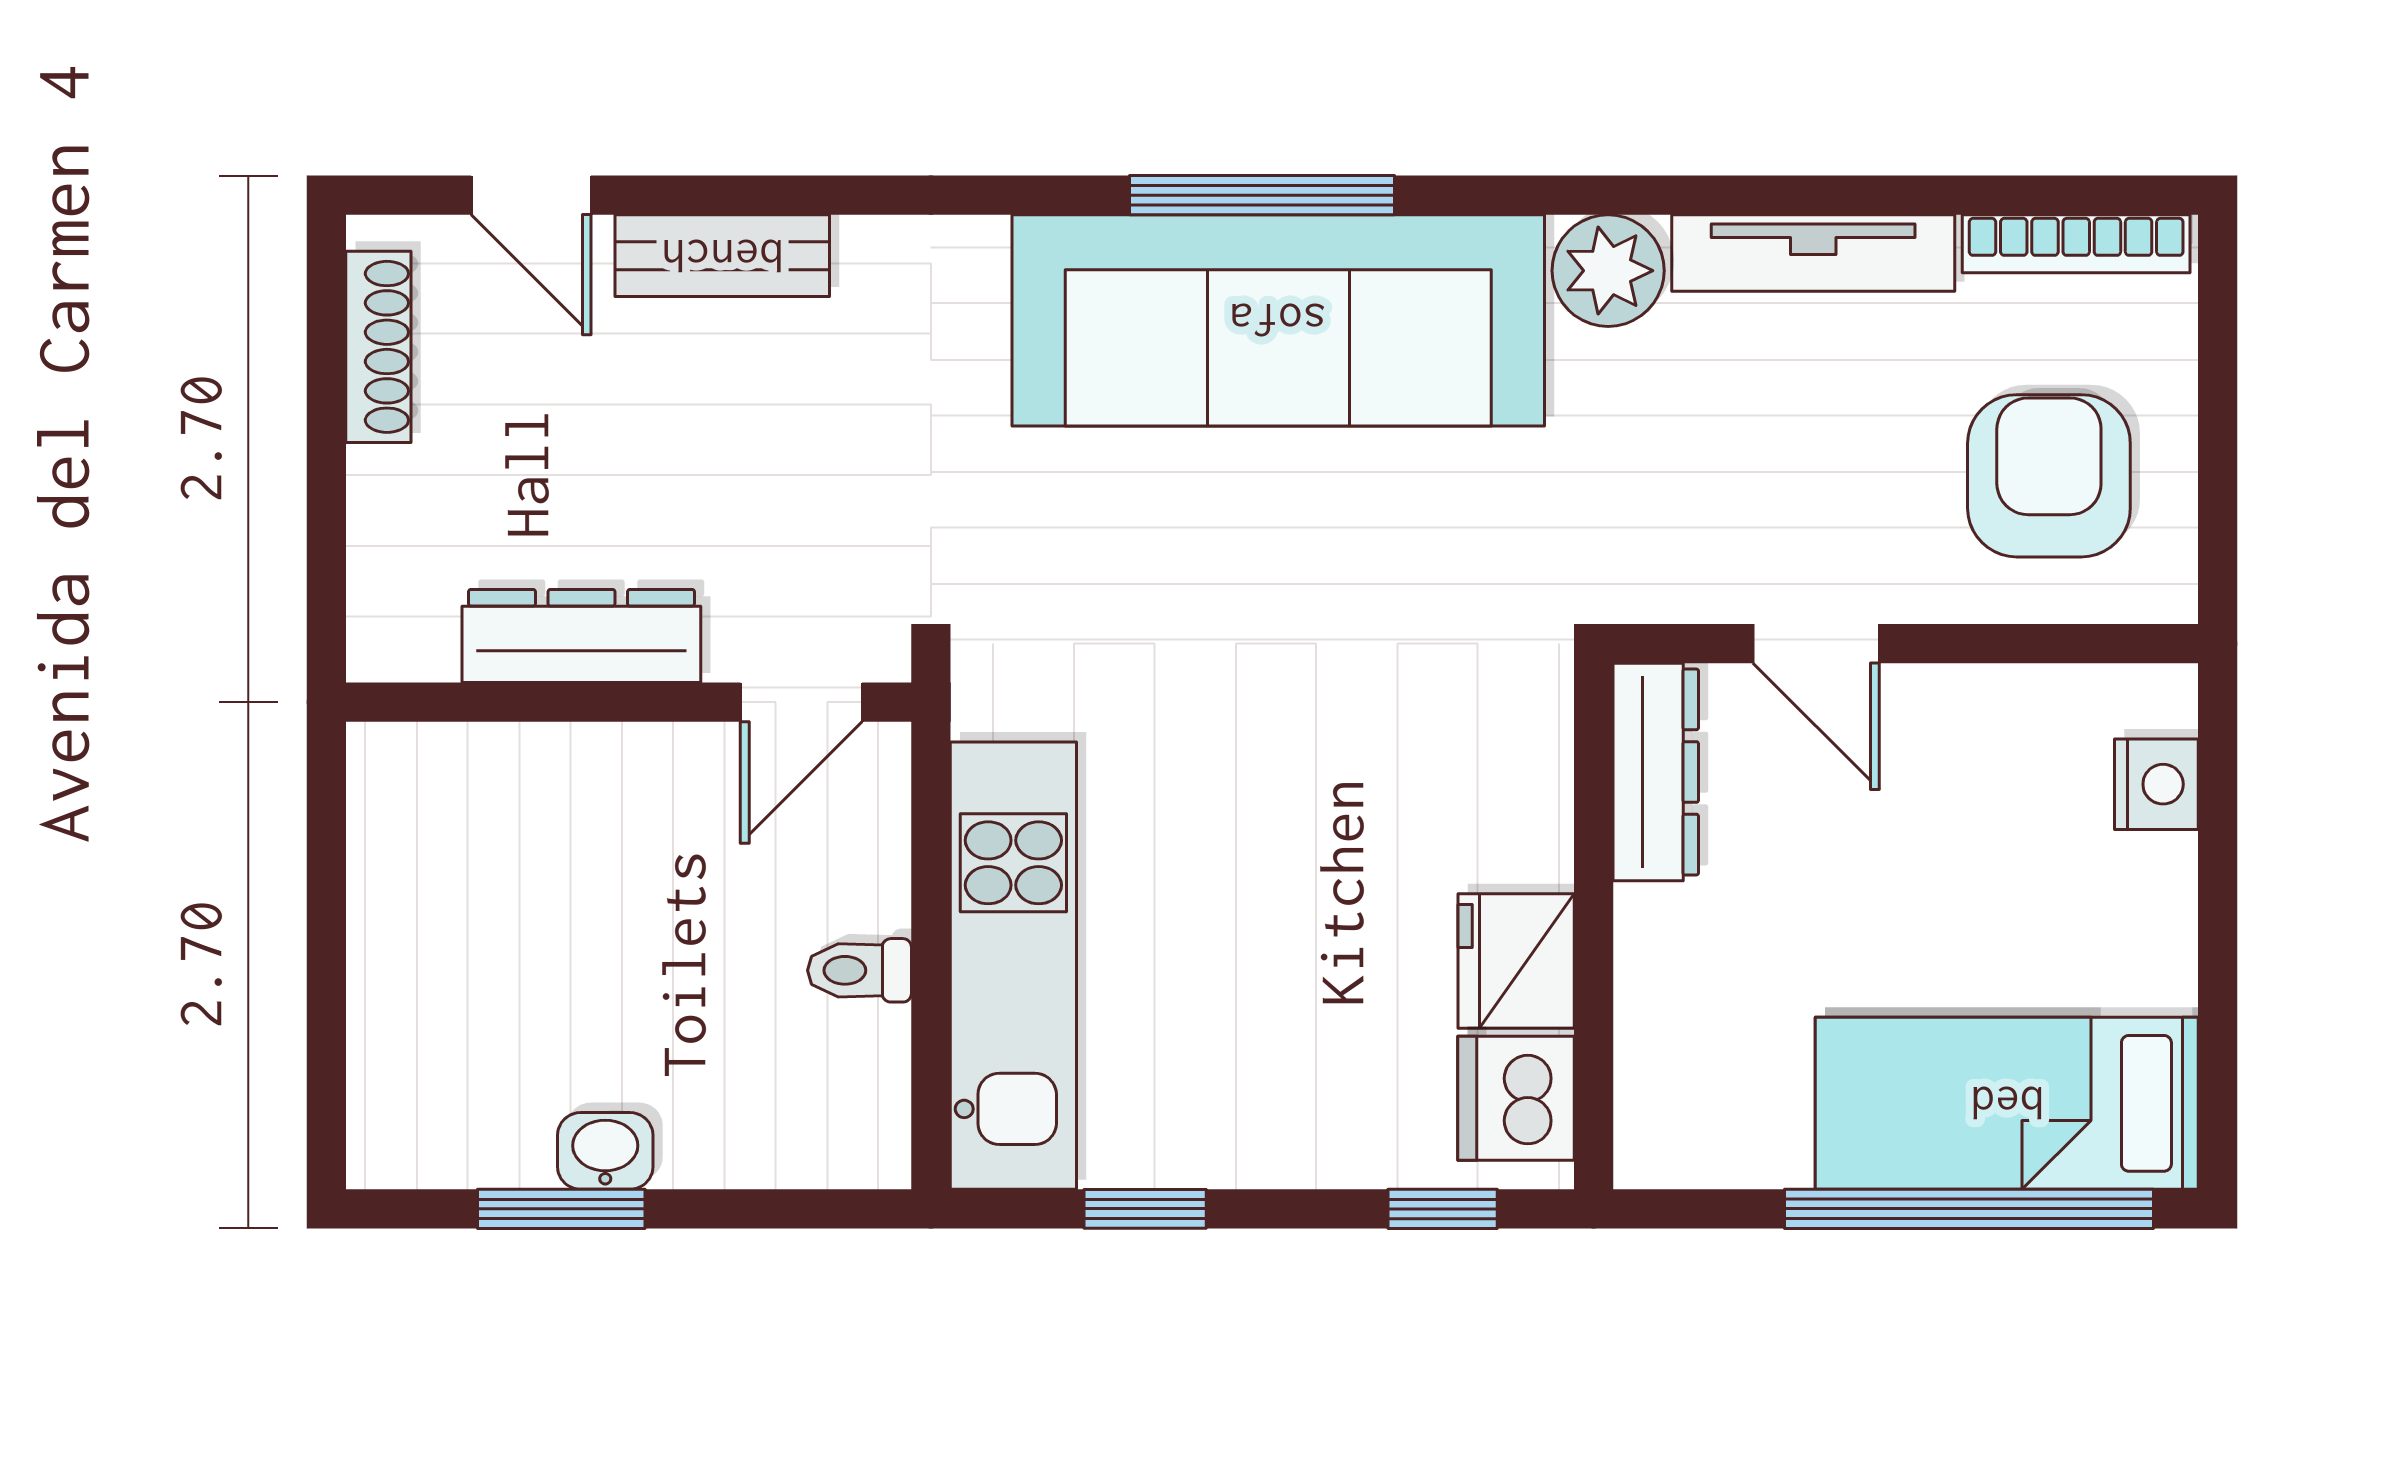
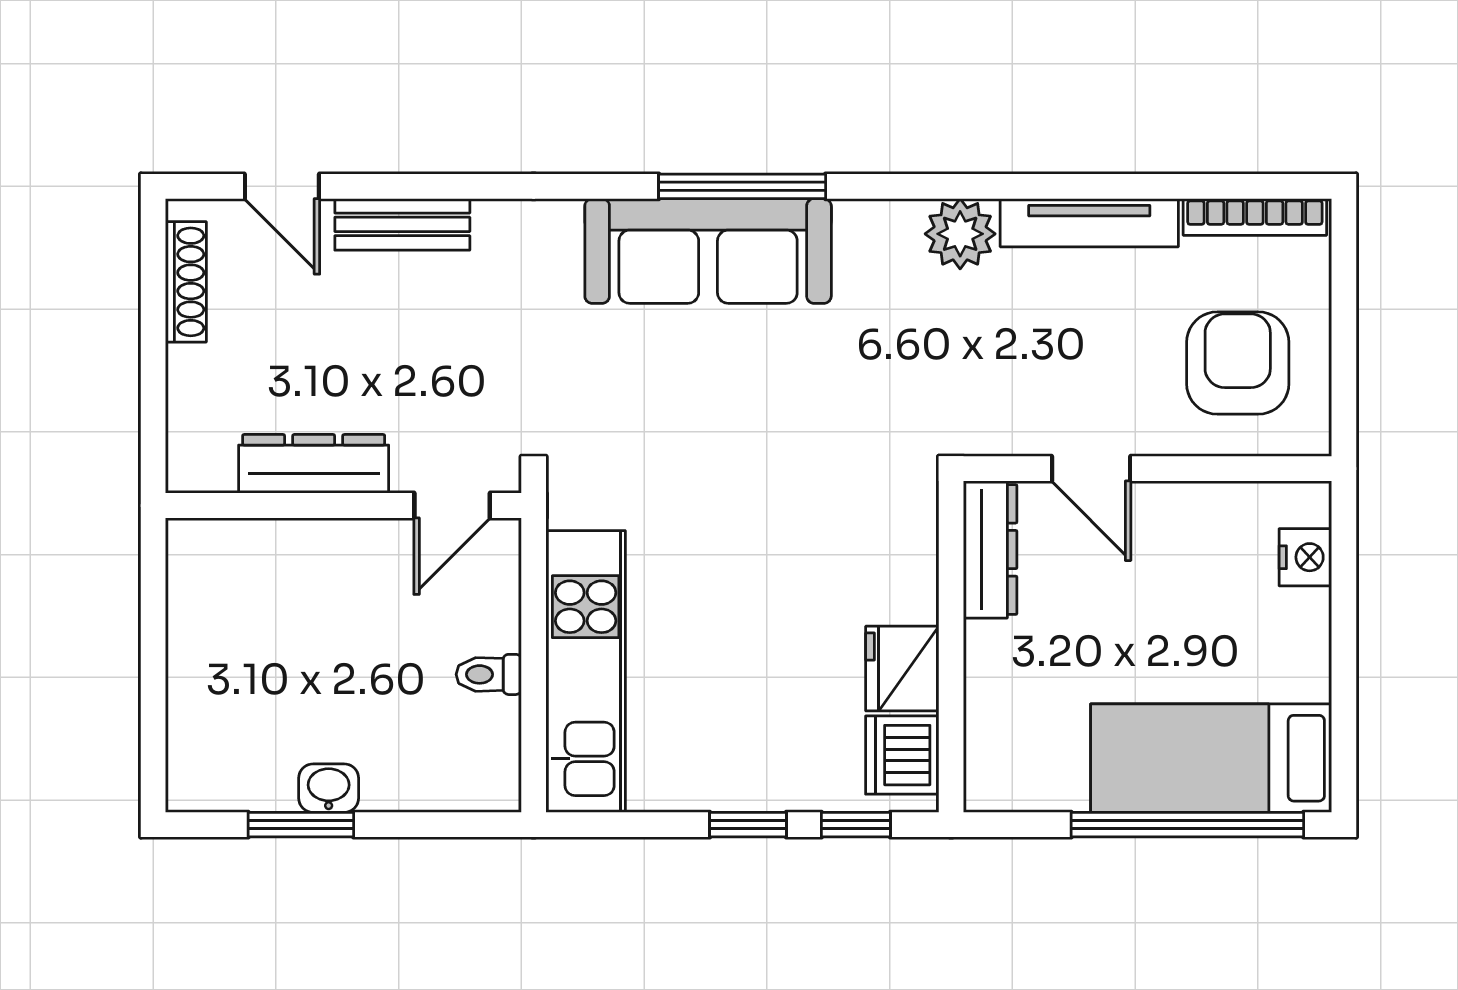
sofa: (1278, 320) -> (708, 251), width x0.74, depth x0.79
window: (1145, 1209) -> (748, 825), moved

